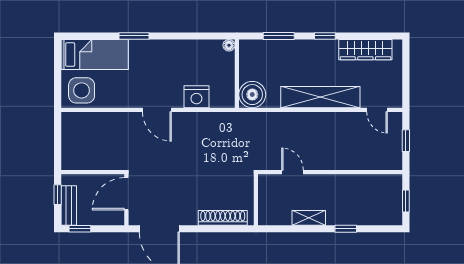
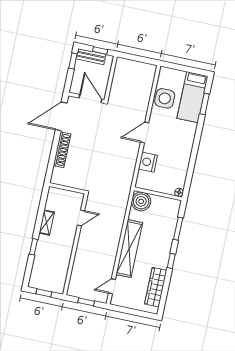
window: (134, 36) -> (205, 104), moved
side table: (82, 90) -> (165, 98), moved
shoe rack: (223, 218) -> (62, 150), moved

